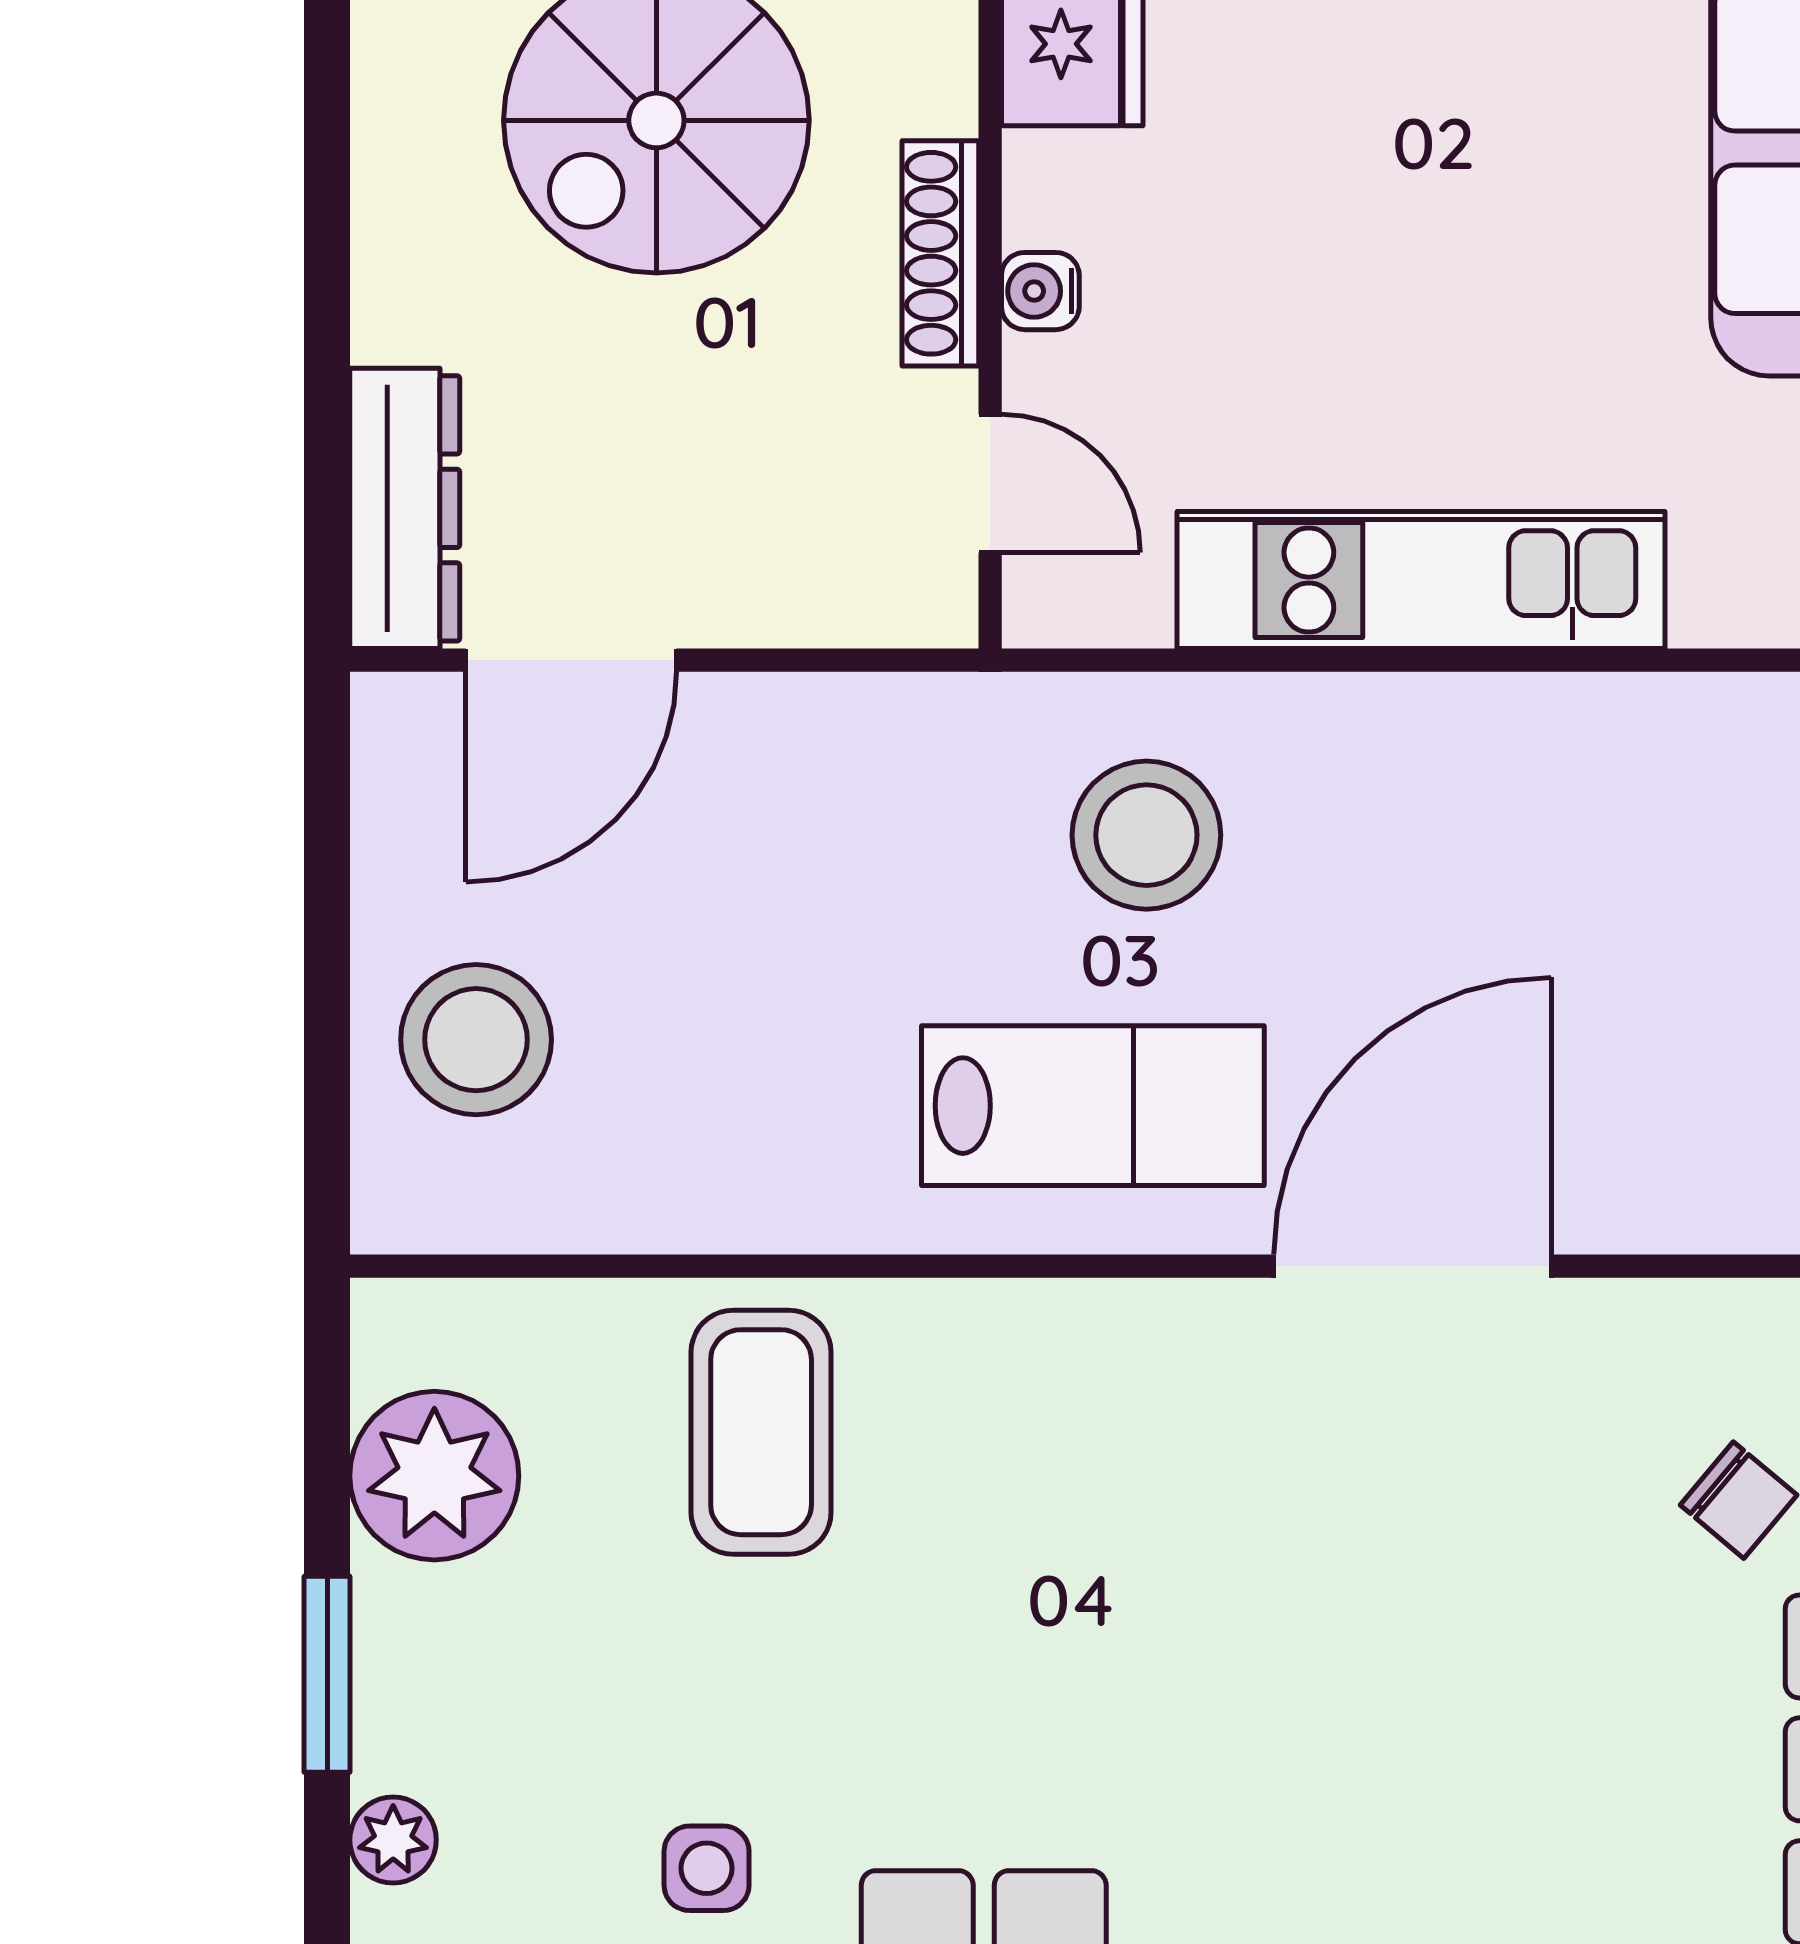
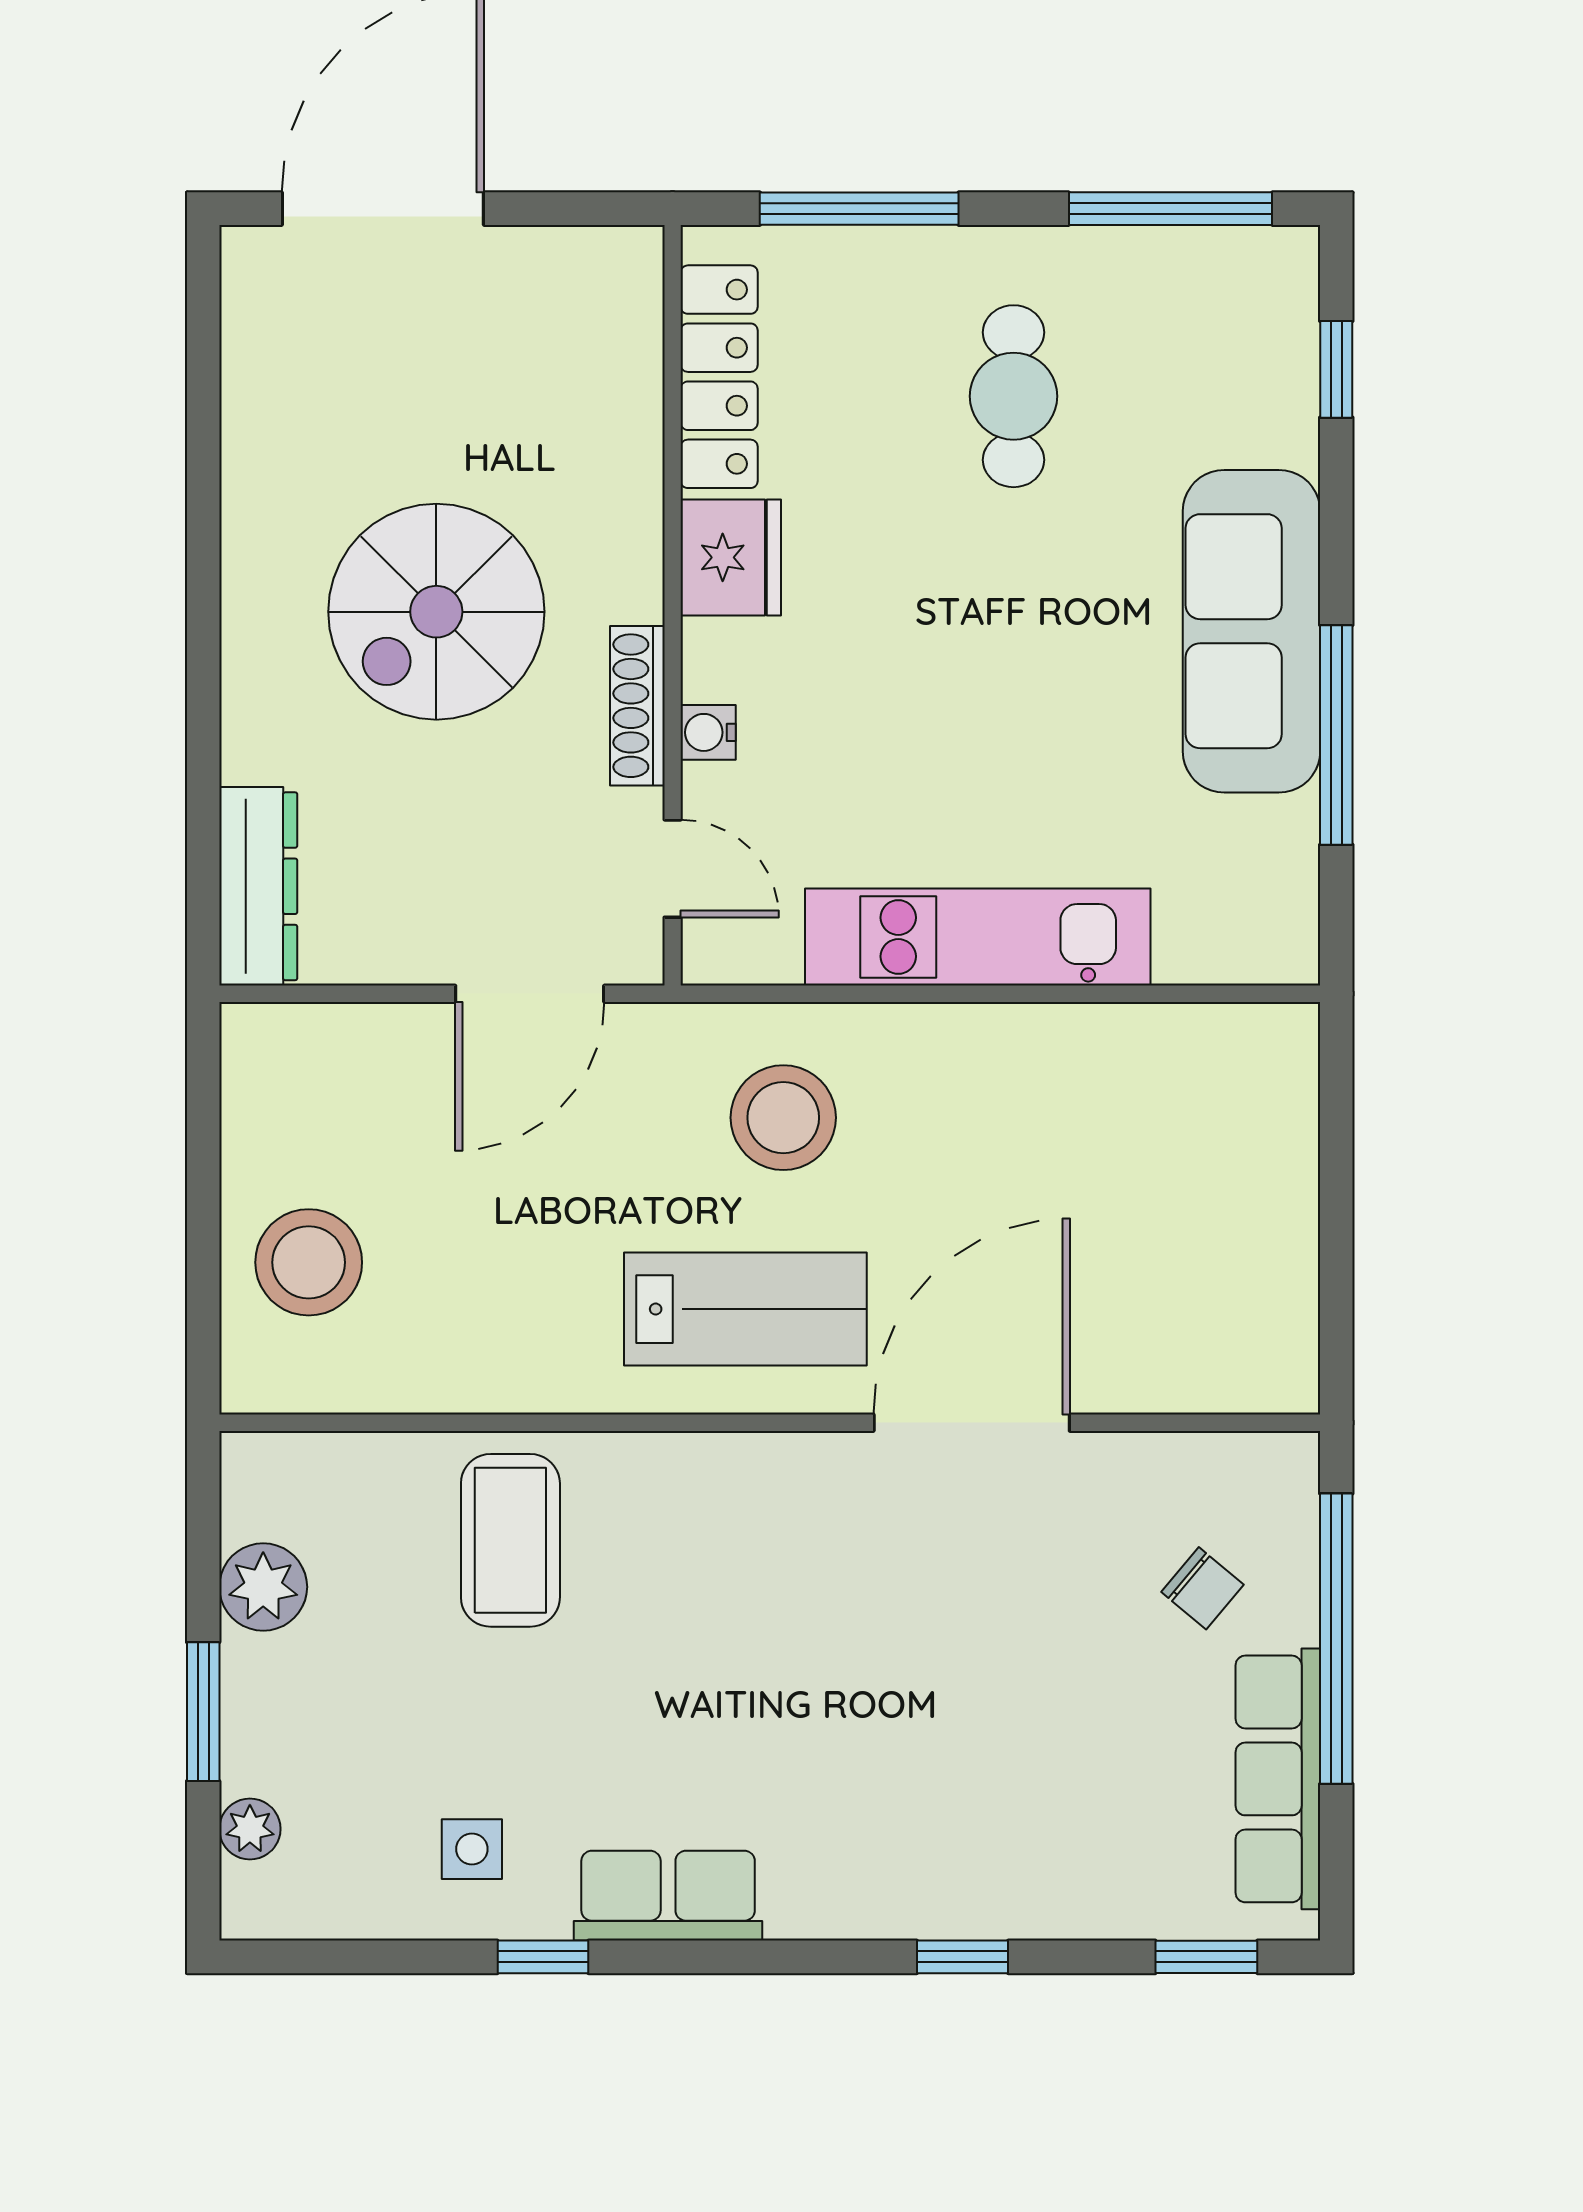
door: (571, 660) -> (530, 994), moved
plant: (434, 1476) -> (263, 1587), width x0.73, depth x0.73

